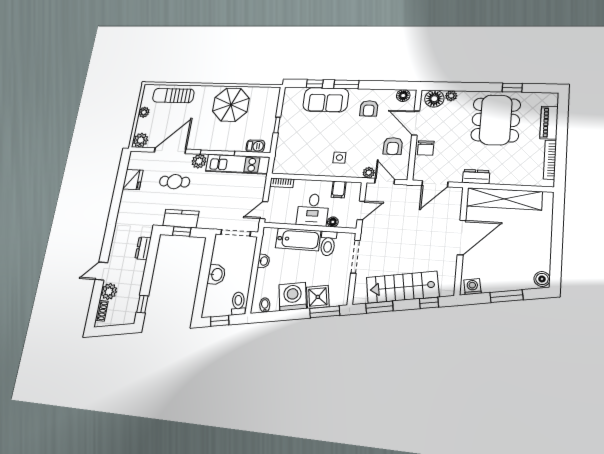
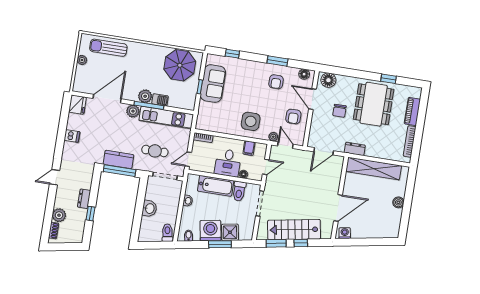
window: (346, 84) -> (277, 61), moved
plant: (451, 96) -> (342, 79), removed
sofa: (326, 100) -> (213, 84), moved, turned -90
parasol: (231, 105) -> (180, 65), moved
plant: (141, 140) -> (145, 96), moved
barbecue: (255, 146) -> (160, 100), moved
chair: (426, 148) -> (340, 111), moved
side table: (339, 158) -> (251, 121), width x1.87, depth x1.87
fridge: (133, 180) -> (77, 105), moved
cafe table: (175, 182) -> (155, 151), moved
dishwasher: (129, 197) -> (72, 136), added
window: (182, 231) -> (120, 171), width x2.17
door: (462, 238) -> (338, 208), moved
dresser: (143, 248) -> (84, 199), moved
door: (101, 271) -> (55, 177), moved
boiler: (542, 279) -> (398, 202), moved
window: (507, 296) -> (368, 242), removed
window: (429, 303) -> (301, 243), moved
window: (142, 304) -> (91, 214), moved
window: (325, 312) -> (220, 244), moved
window: (220, 321) -> (153, 245), removed

